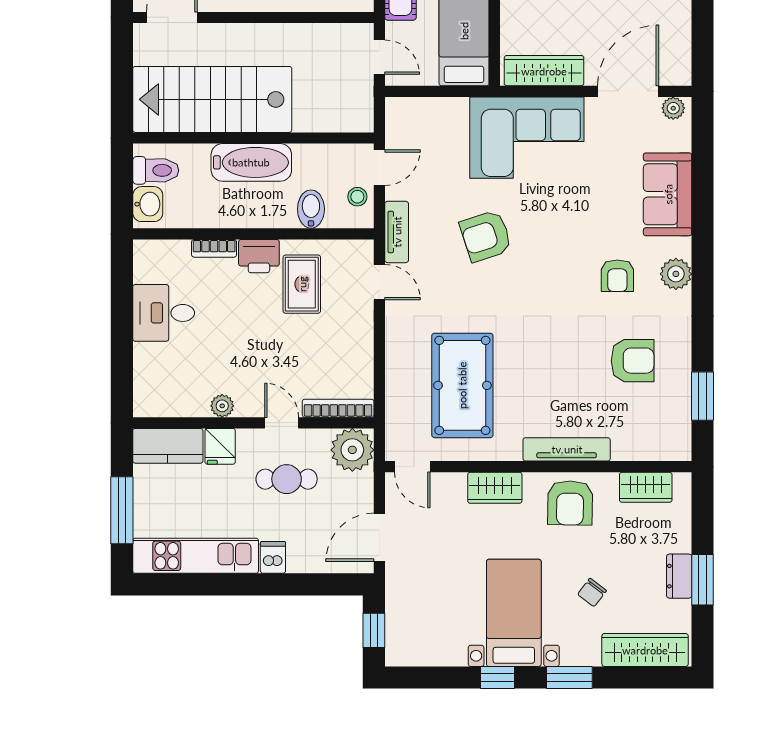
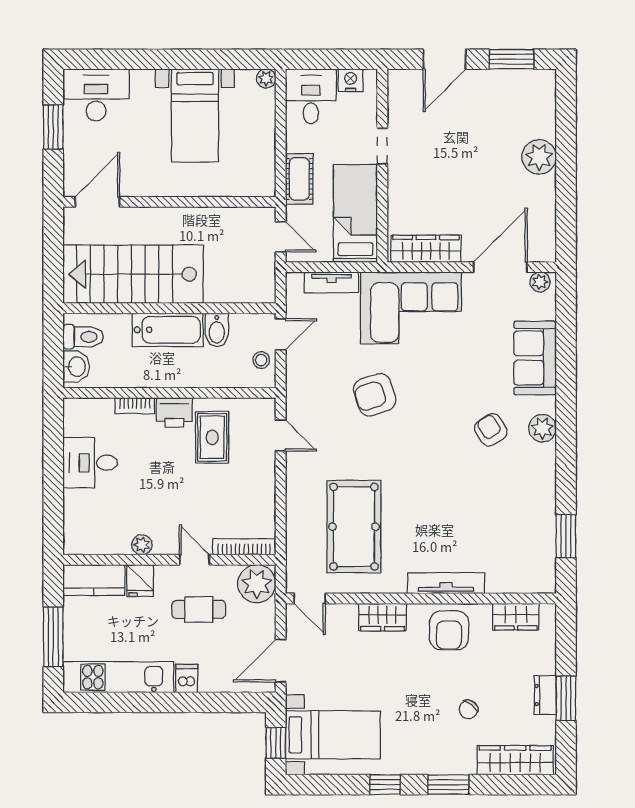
bidet: (311, 209) -> (217, 330), moved, turned 180
tv unit: (397, 232) -> (331, 282), moved, turned 90
armchair: (617, 276) -> (491, 430), turned 148
armchair: (633, 361) -> (504, 505), removed
bed with nightstands: (514, 613) -> (333, 735), moved, turned 90

